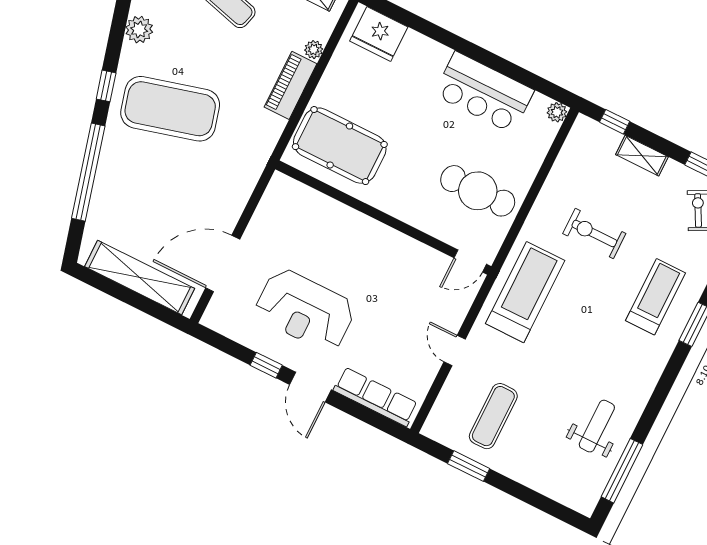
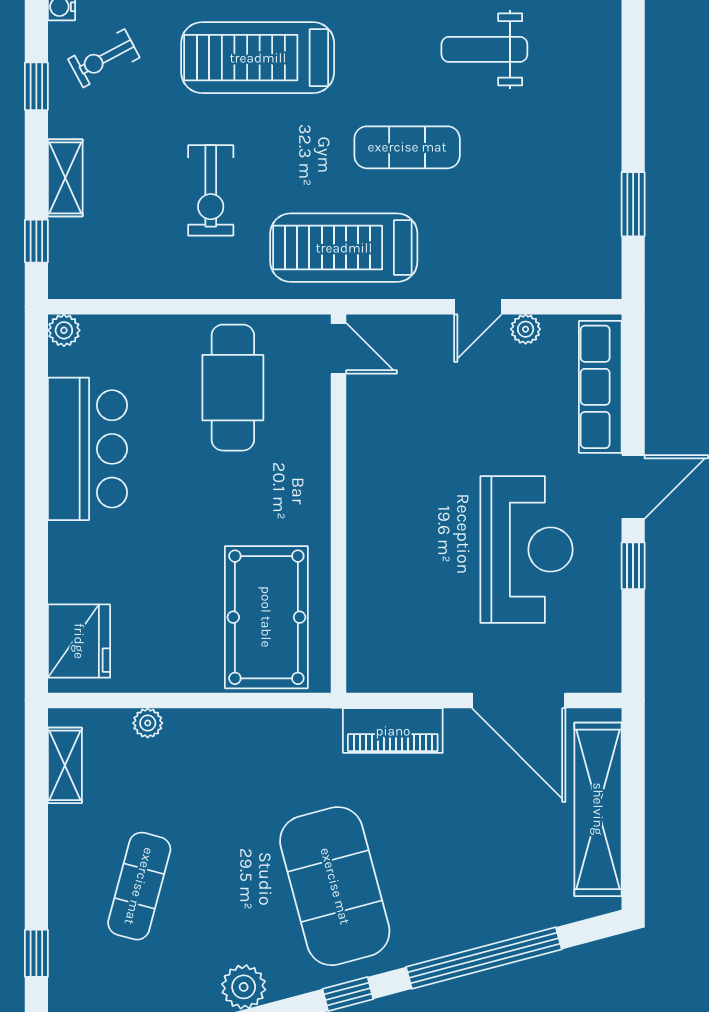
piano: (291, 85) -> (393, 731), moved
treadmill: (656, 297) -> (258, 58), width x1.37, depth x1.38
plant: (429, 371) -> (526, 329), added
exercise mat: (493, 416) -> (407, 147), moved

